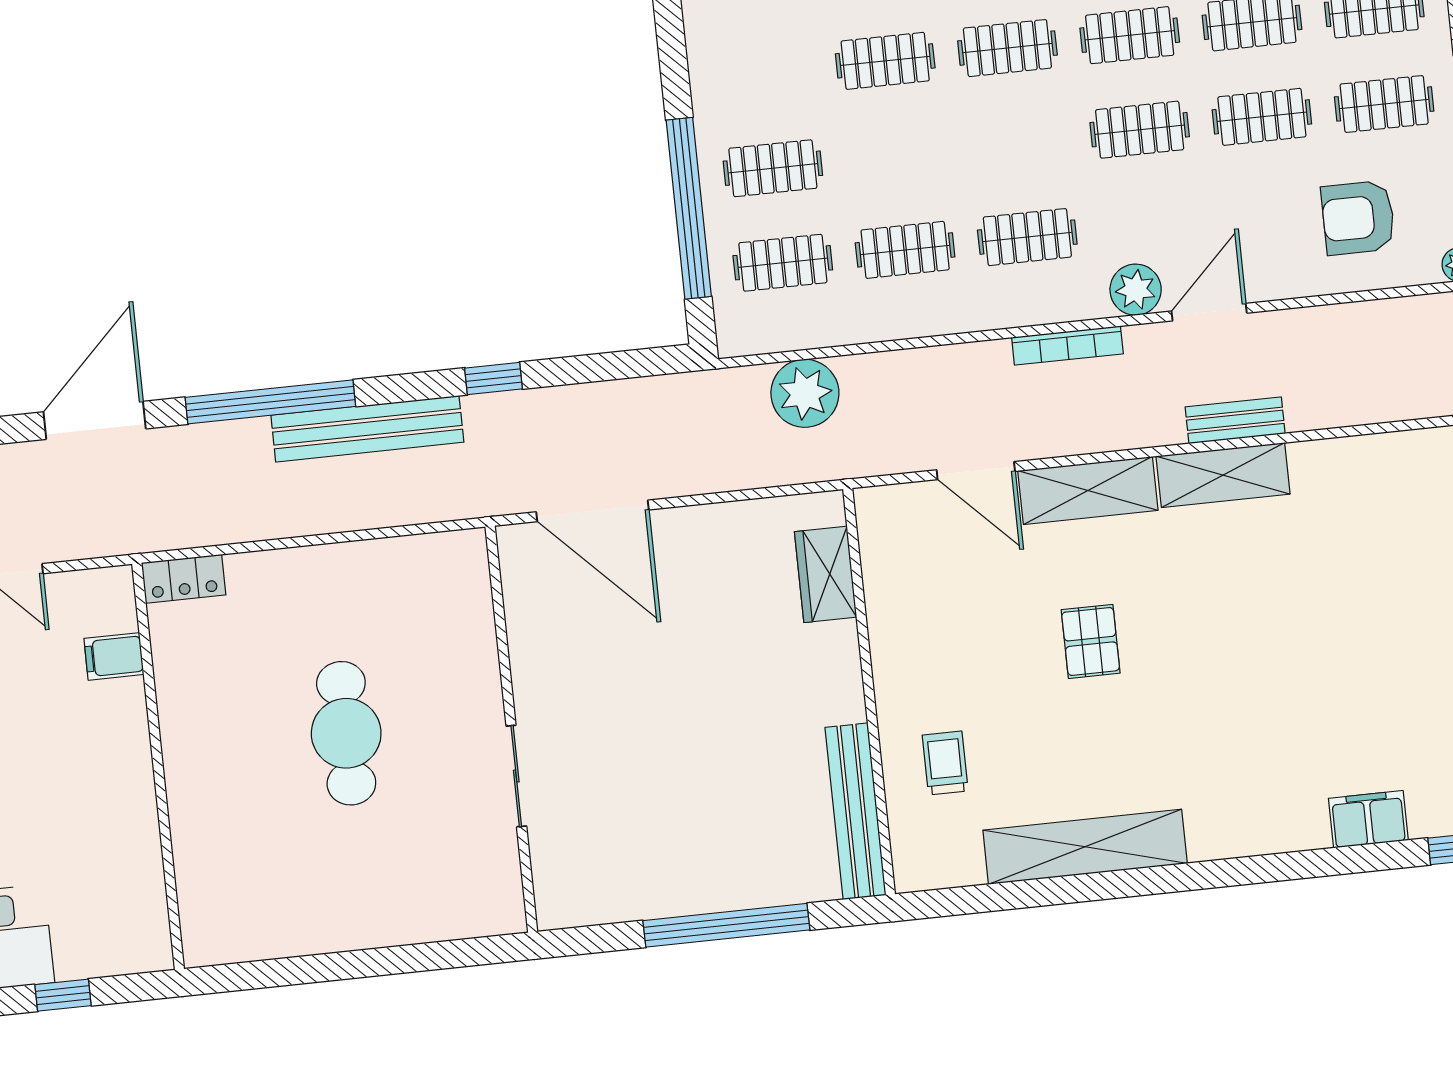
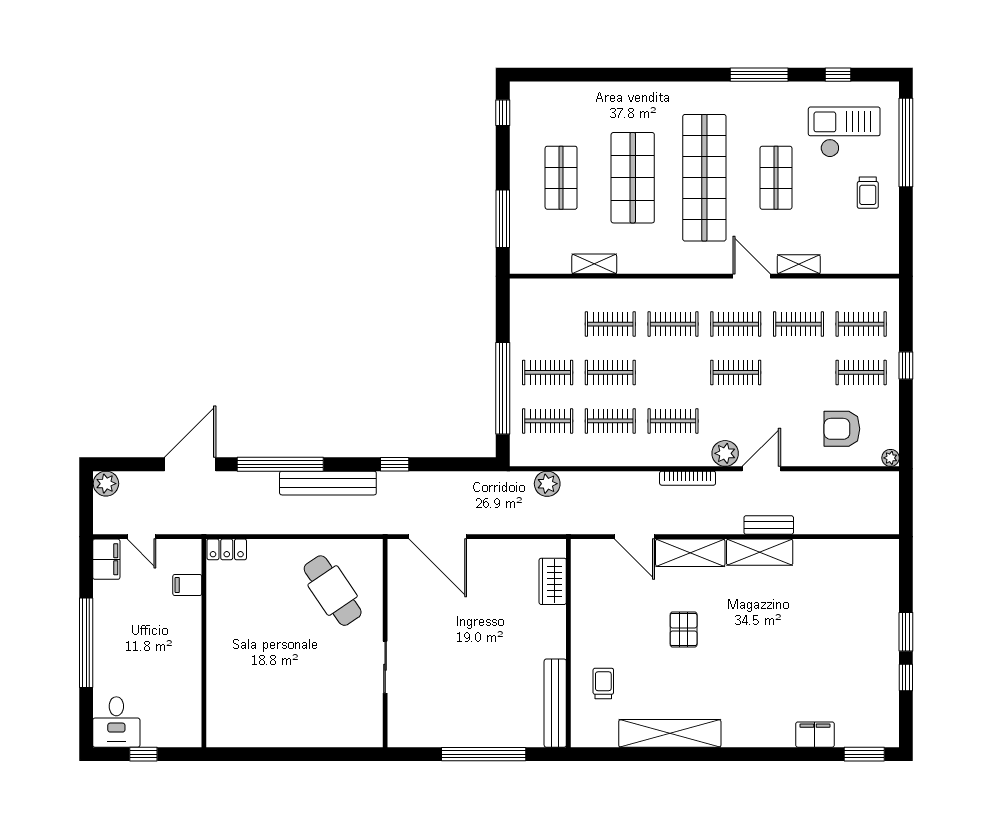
clothes rail: (1262, 117) -> (610, 372), moved
plant: (805, 393) -> (547, 484), width x0.73, depth x0.73
cafe table: (346, 733) -> (333, 591), moved, turned -34

